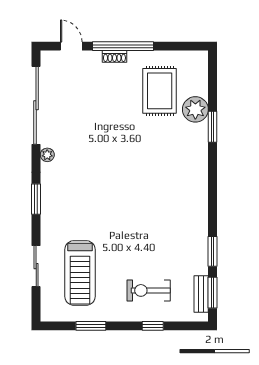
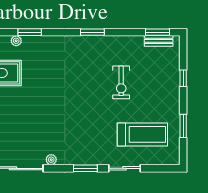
plant: (195, 109) -> (16, 41), width x0.53, depth x0.53
window: (213, 251) -> (92, 32), moved
sliding door: (36, 266) -> (125, 168), moved
exercise bike: (149, 290) -> (121, 82), moved

